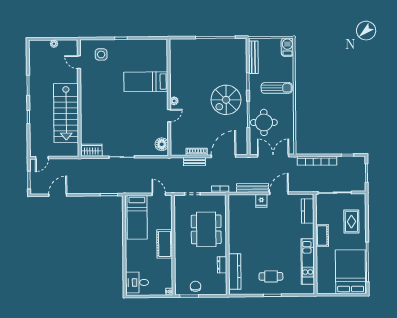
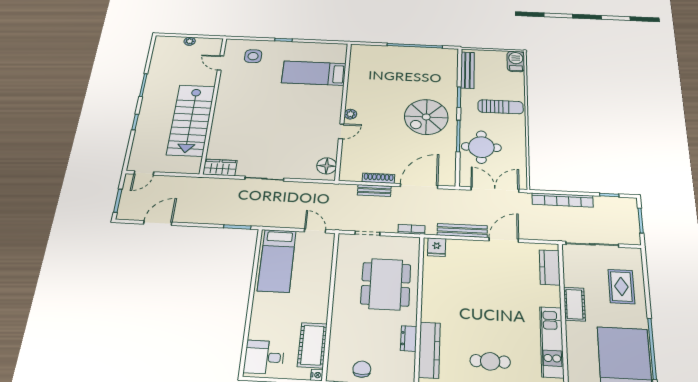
bed: (146, 82) -> (314, 73), moved
fridge: (261, 201) -> (437, 247), moved
cot: (165, 244) -> (312, 345), moved

